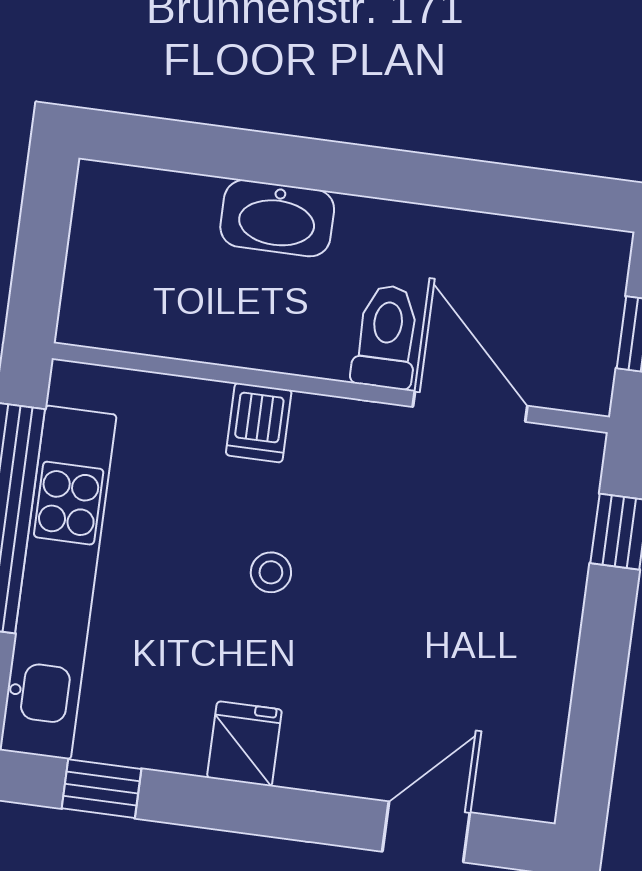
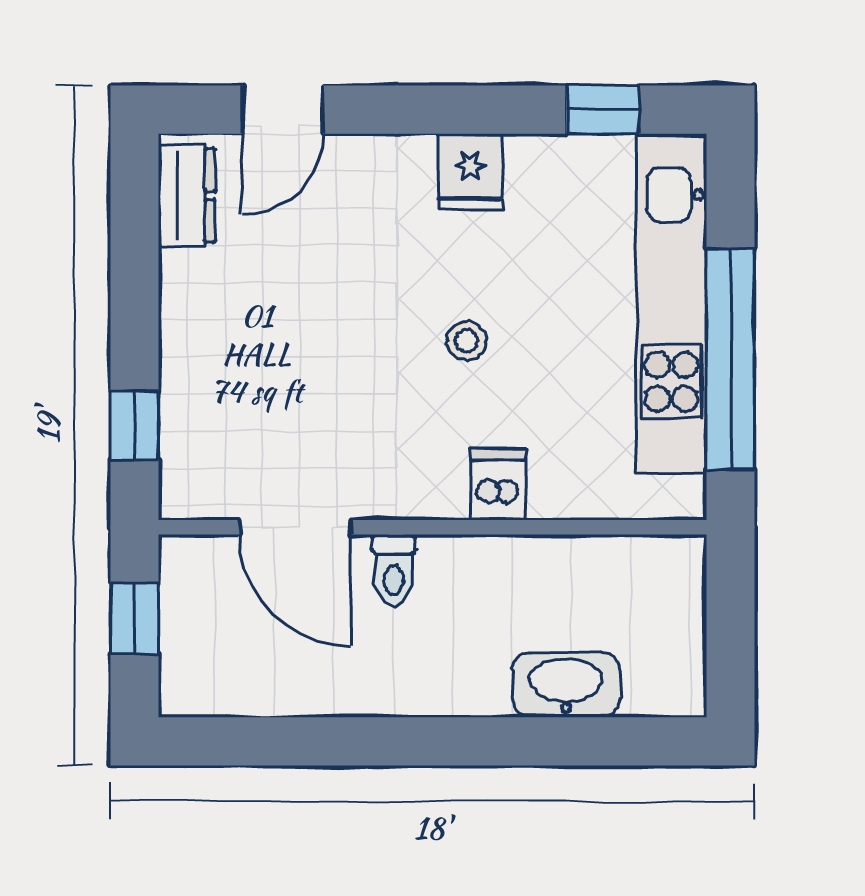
washbasin: (277, 218) -> (566, 684), moved
toilet: (386, 337) -> (394, 570), width x0.73, depth x0.72
dresser: (535, 758) -> (187, 195), added

